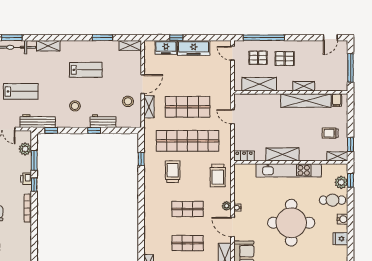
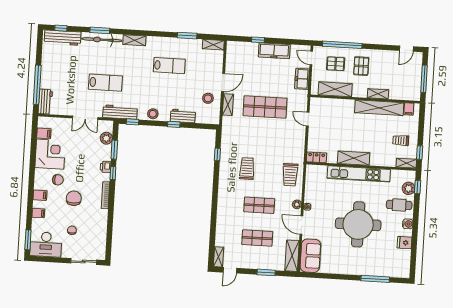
freezer: (166, 47) -> (302, 79), moved, turned 90
pallet: (285, 59) -> (361, 66), turned 90
stool: (75, 106) -> (153, 114), moved
shop shelf: (188, 141) -> (263, 140), removed

